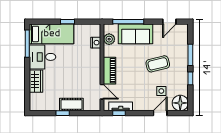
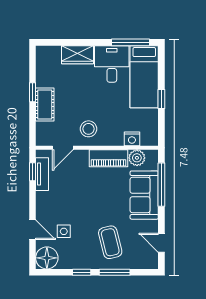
coffee table: (158, 64) -> (110, 242), moved
piano: (109, 71) -> (108, 158), moved
stool: (89, 73) -> (88, 129), added

